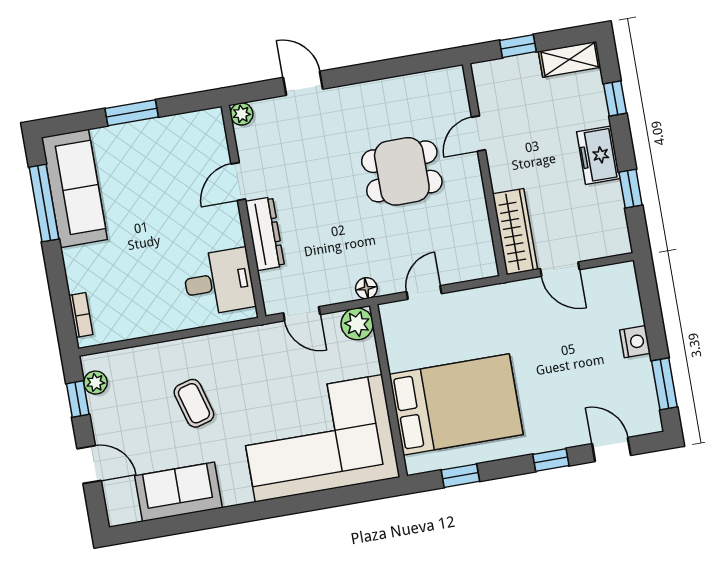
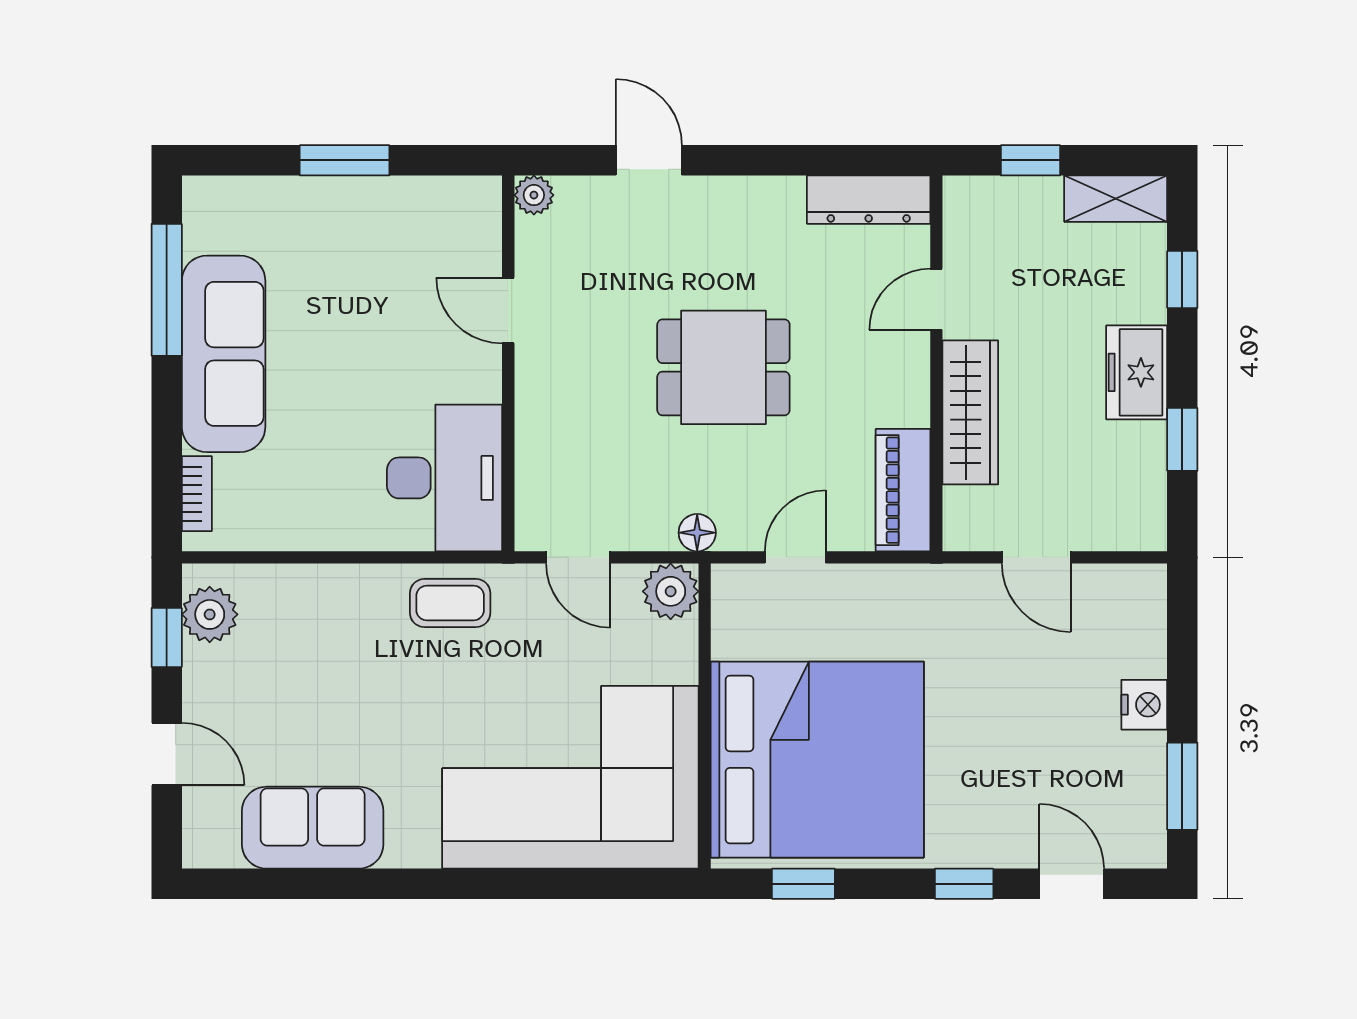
dining table: (402, 171) -> (723, 367), moved
door: (238, 182) -> (508, 310), hinge flipped
sofa: (74, 188) -> (224, 354), moved
wardrobe: (515, 232) -> (970, 412), moved
dresser: (265, 234) -> (869, 200), moved, turned 90
piano: (478, 244) -> (903, 490), added
desk: (219, 282) -> (445, 478), width x1.37
plant: (95, 383) -> (210, 614), width x1.38, depth x1.38
coffee table: (194, 403) -> (450, 603), moved, turned -74
bed: (456, 404) -> (817, 760), width x1.36

